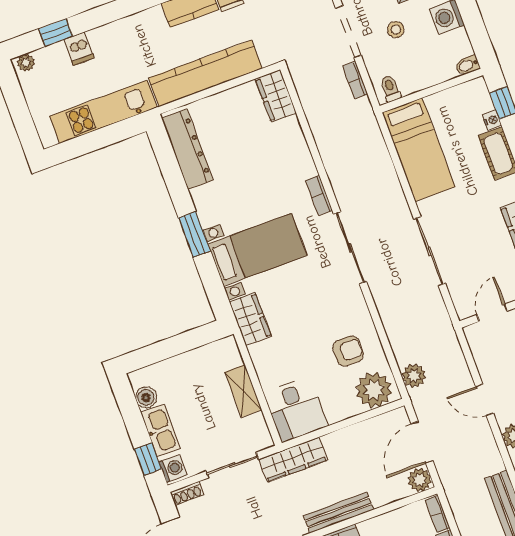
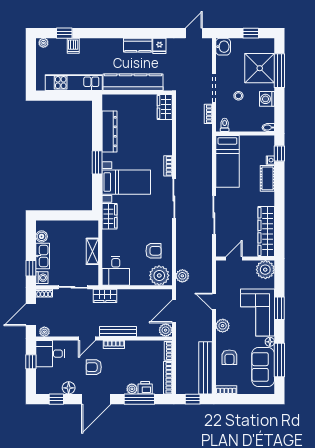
dresser: (187, 149) -> (109, 132), moved
wardrobe: (293, 460) -> (105, 296), width x0.67

